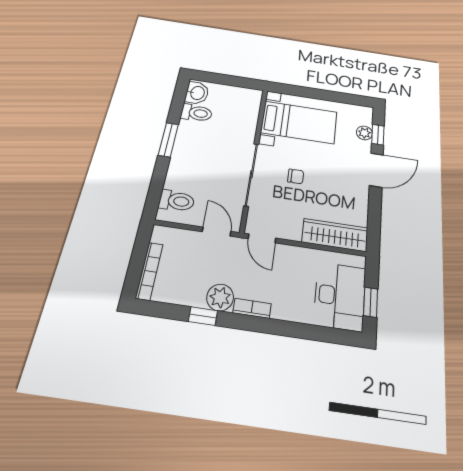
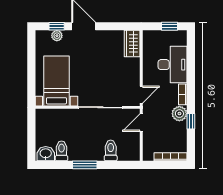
chair: (296, 176) -> (97, 79), removed
toilet: (177, 201) -> (111, 150), moved
wardrobe: (335, 235) -> (132, 44), width x0.67
desk: (340, 296) -> (173, 65), moved, turned 90

